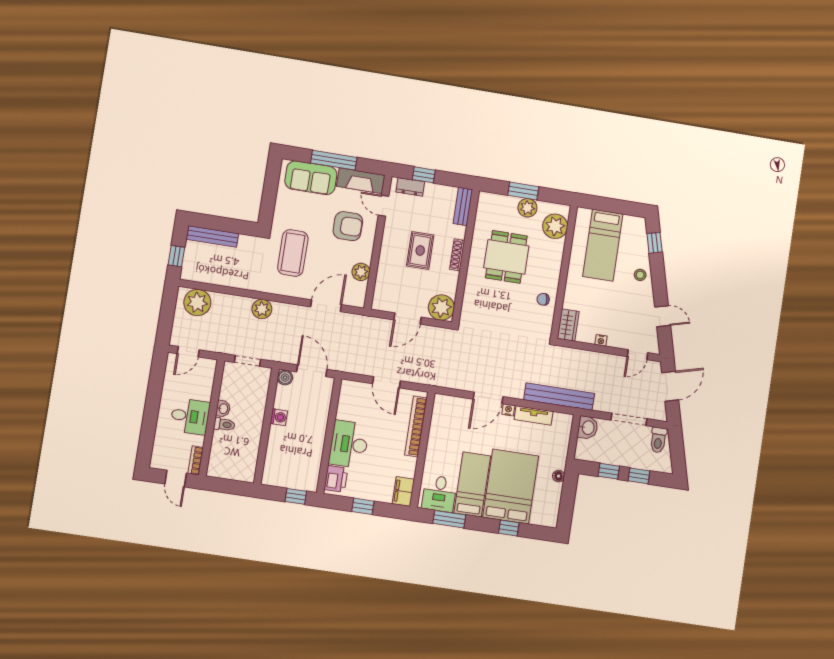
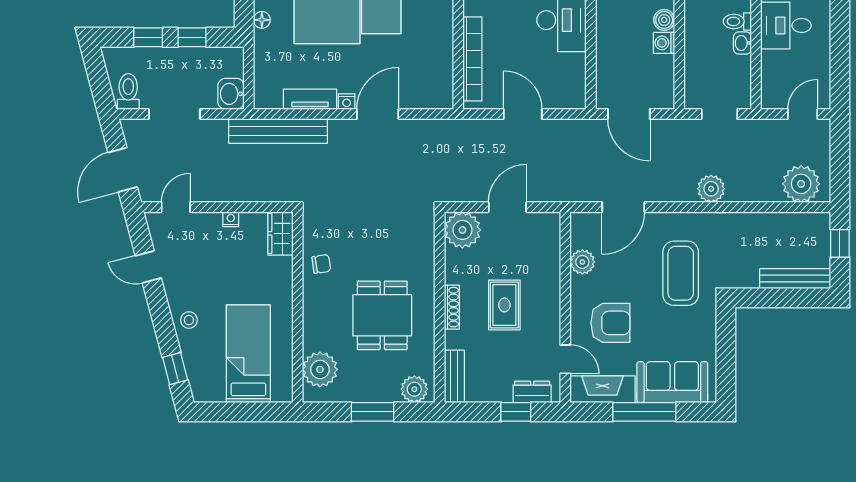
plant: (527, 208) -> (414, 389), moved
armchair: (348, 226) -> (610, 323), turned 180
boiler: (285, 378) -> (664, 20), moved

